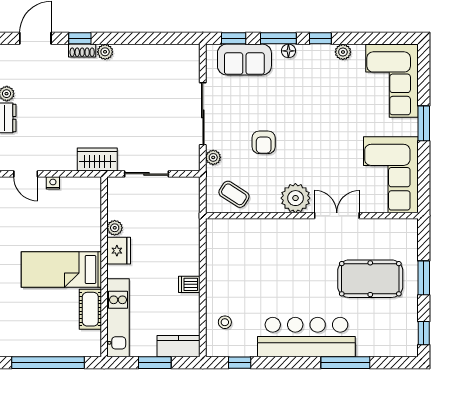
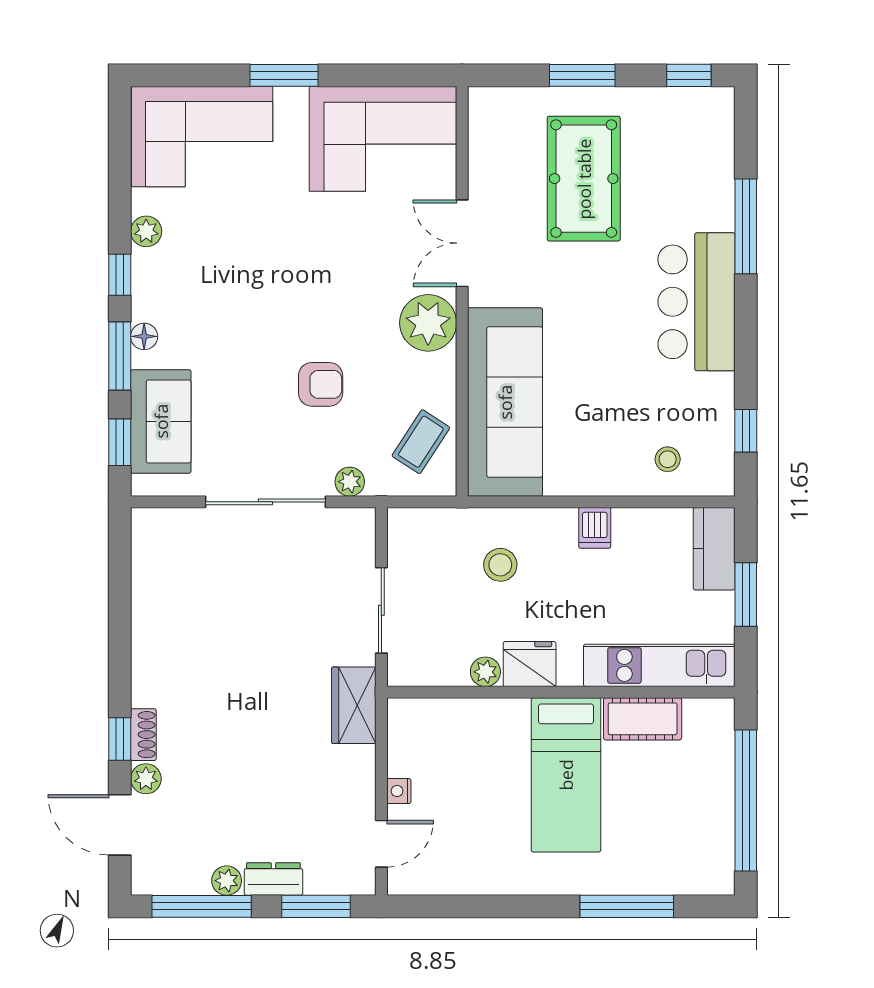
plant: (105, 52) -> (146, 779), moved
stool: (170, 235) -> (500, 565), added
sofa: (254, 238) -> (505, 402), added
bar counter: (306, 337) -> (696, 302), width x0.73

